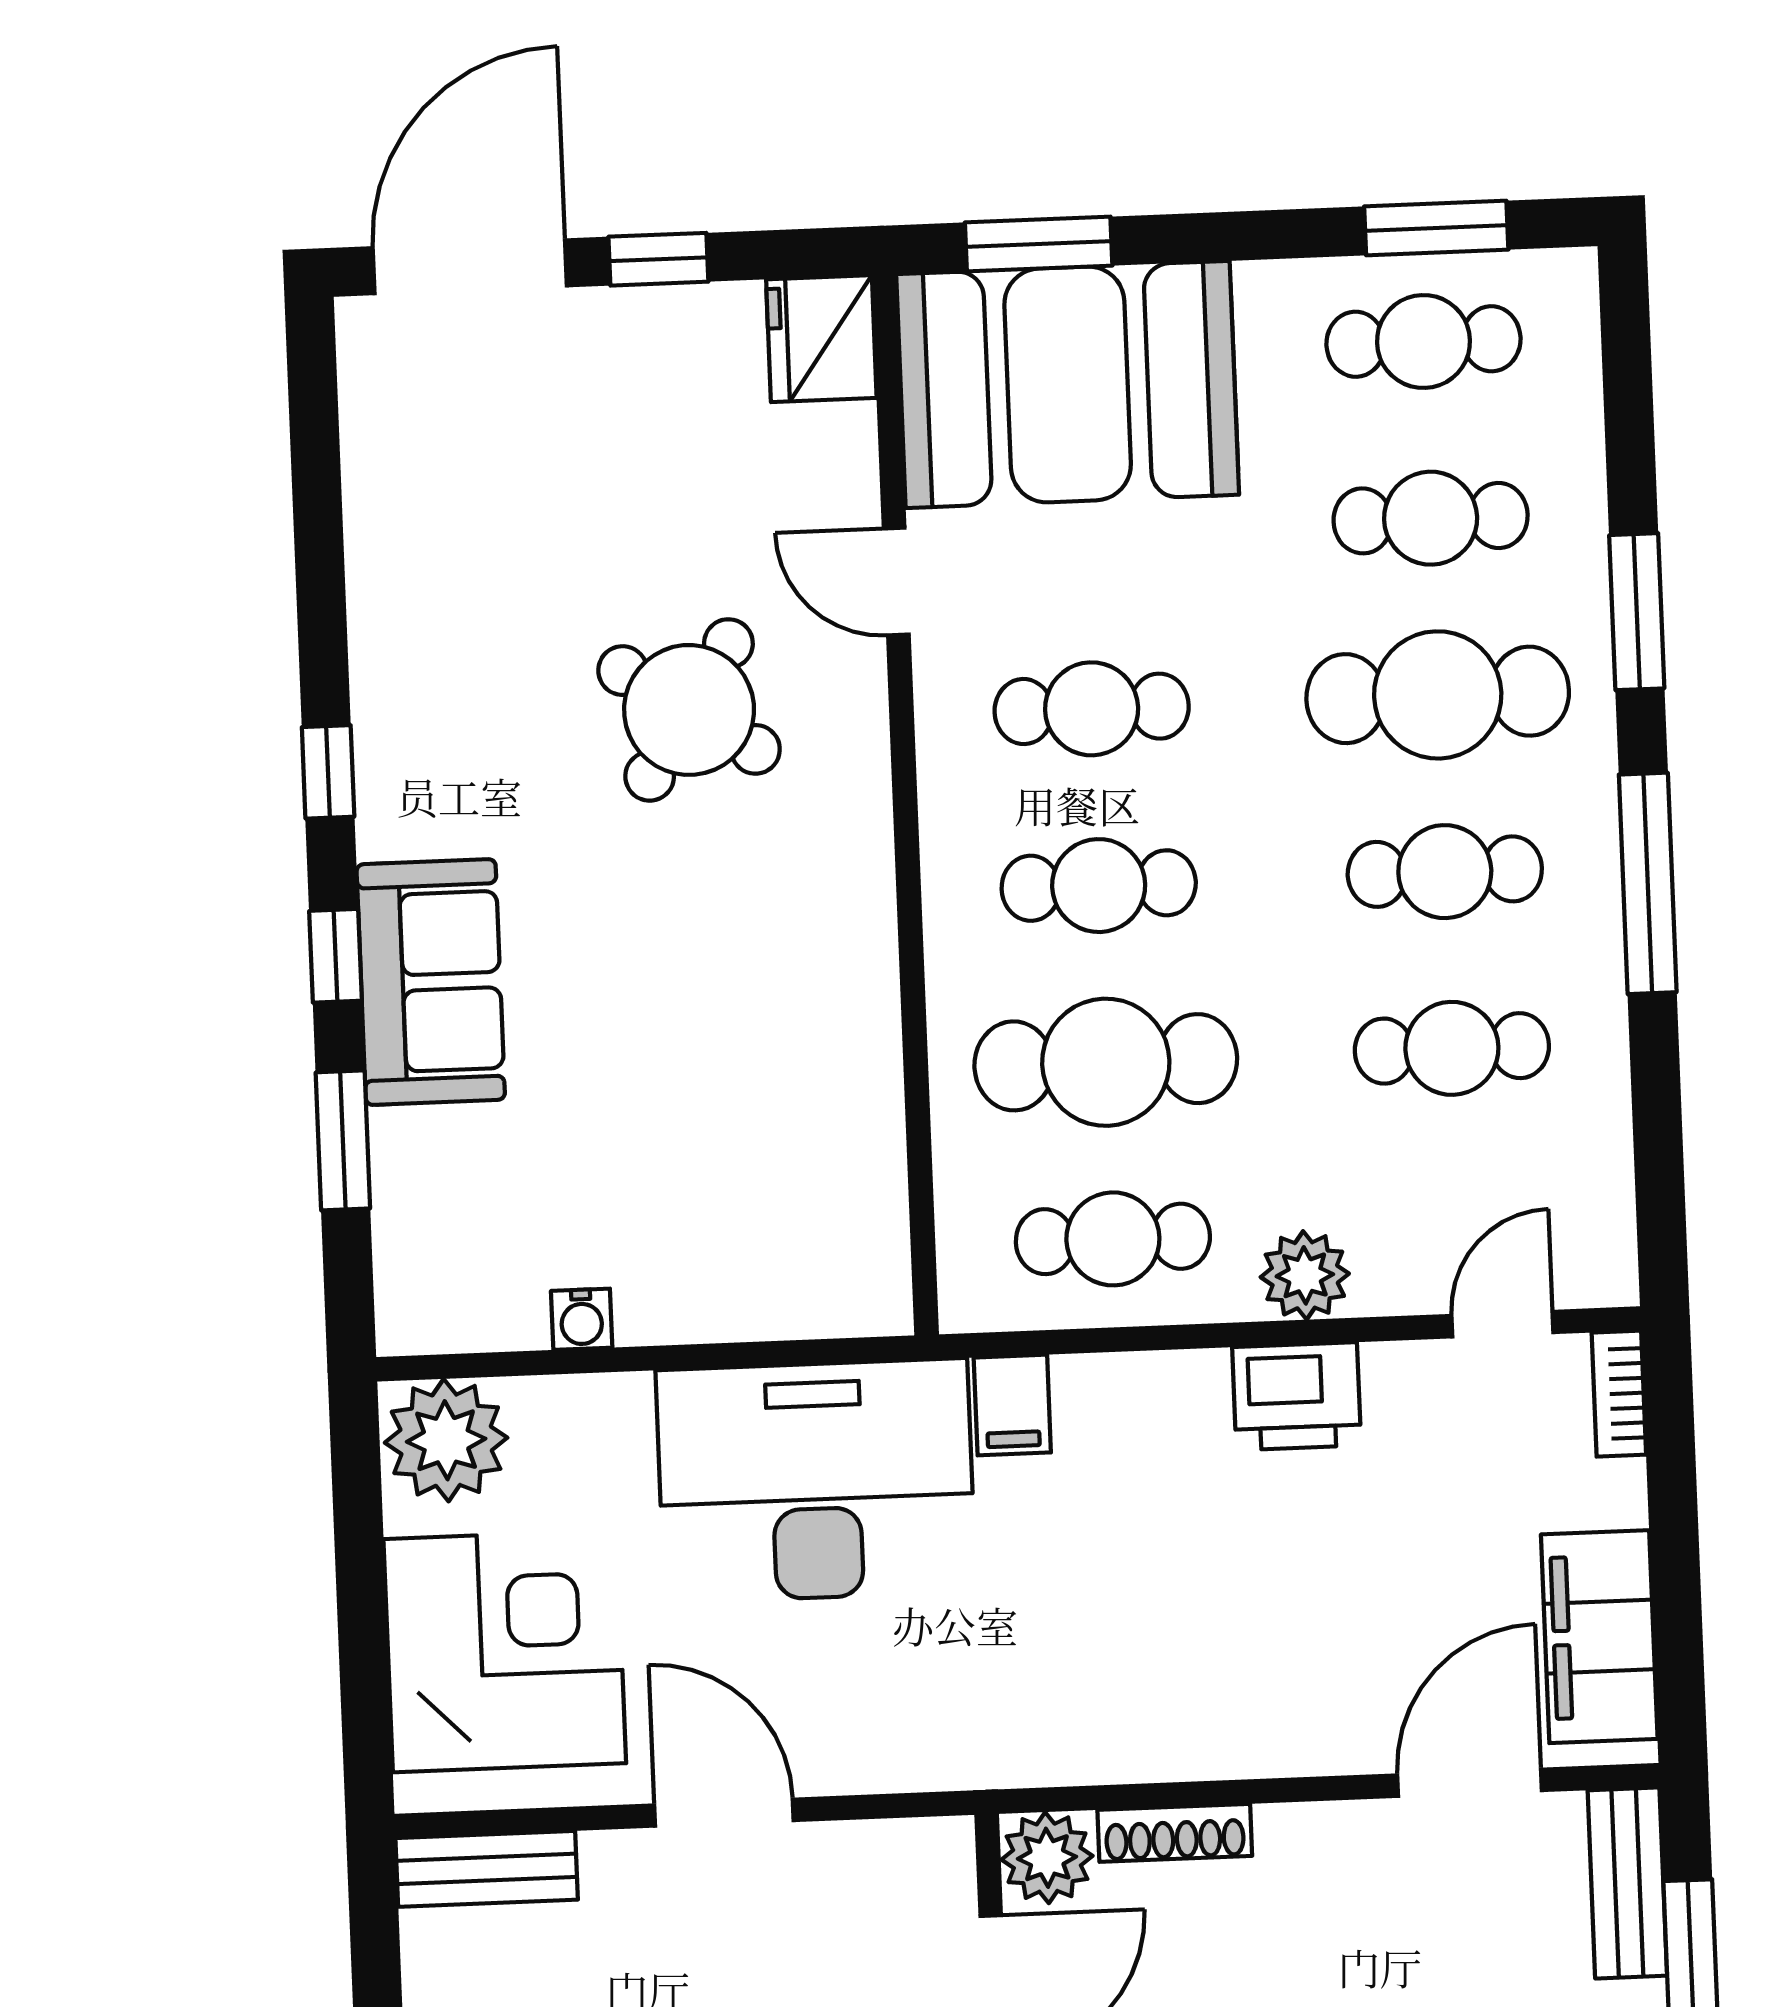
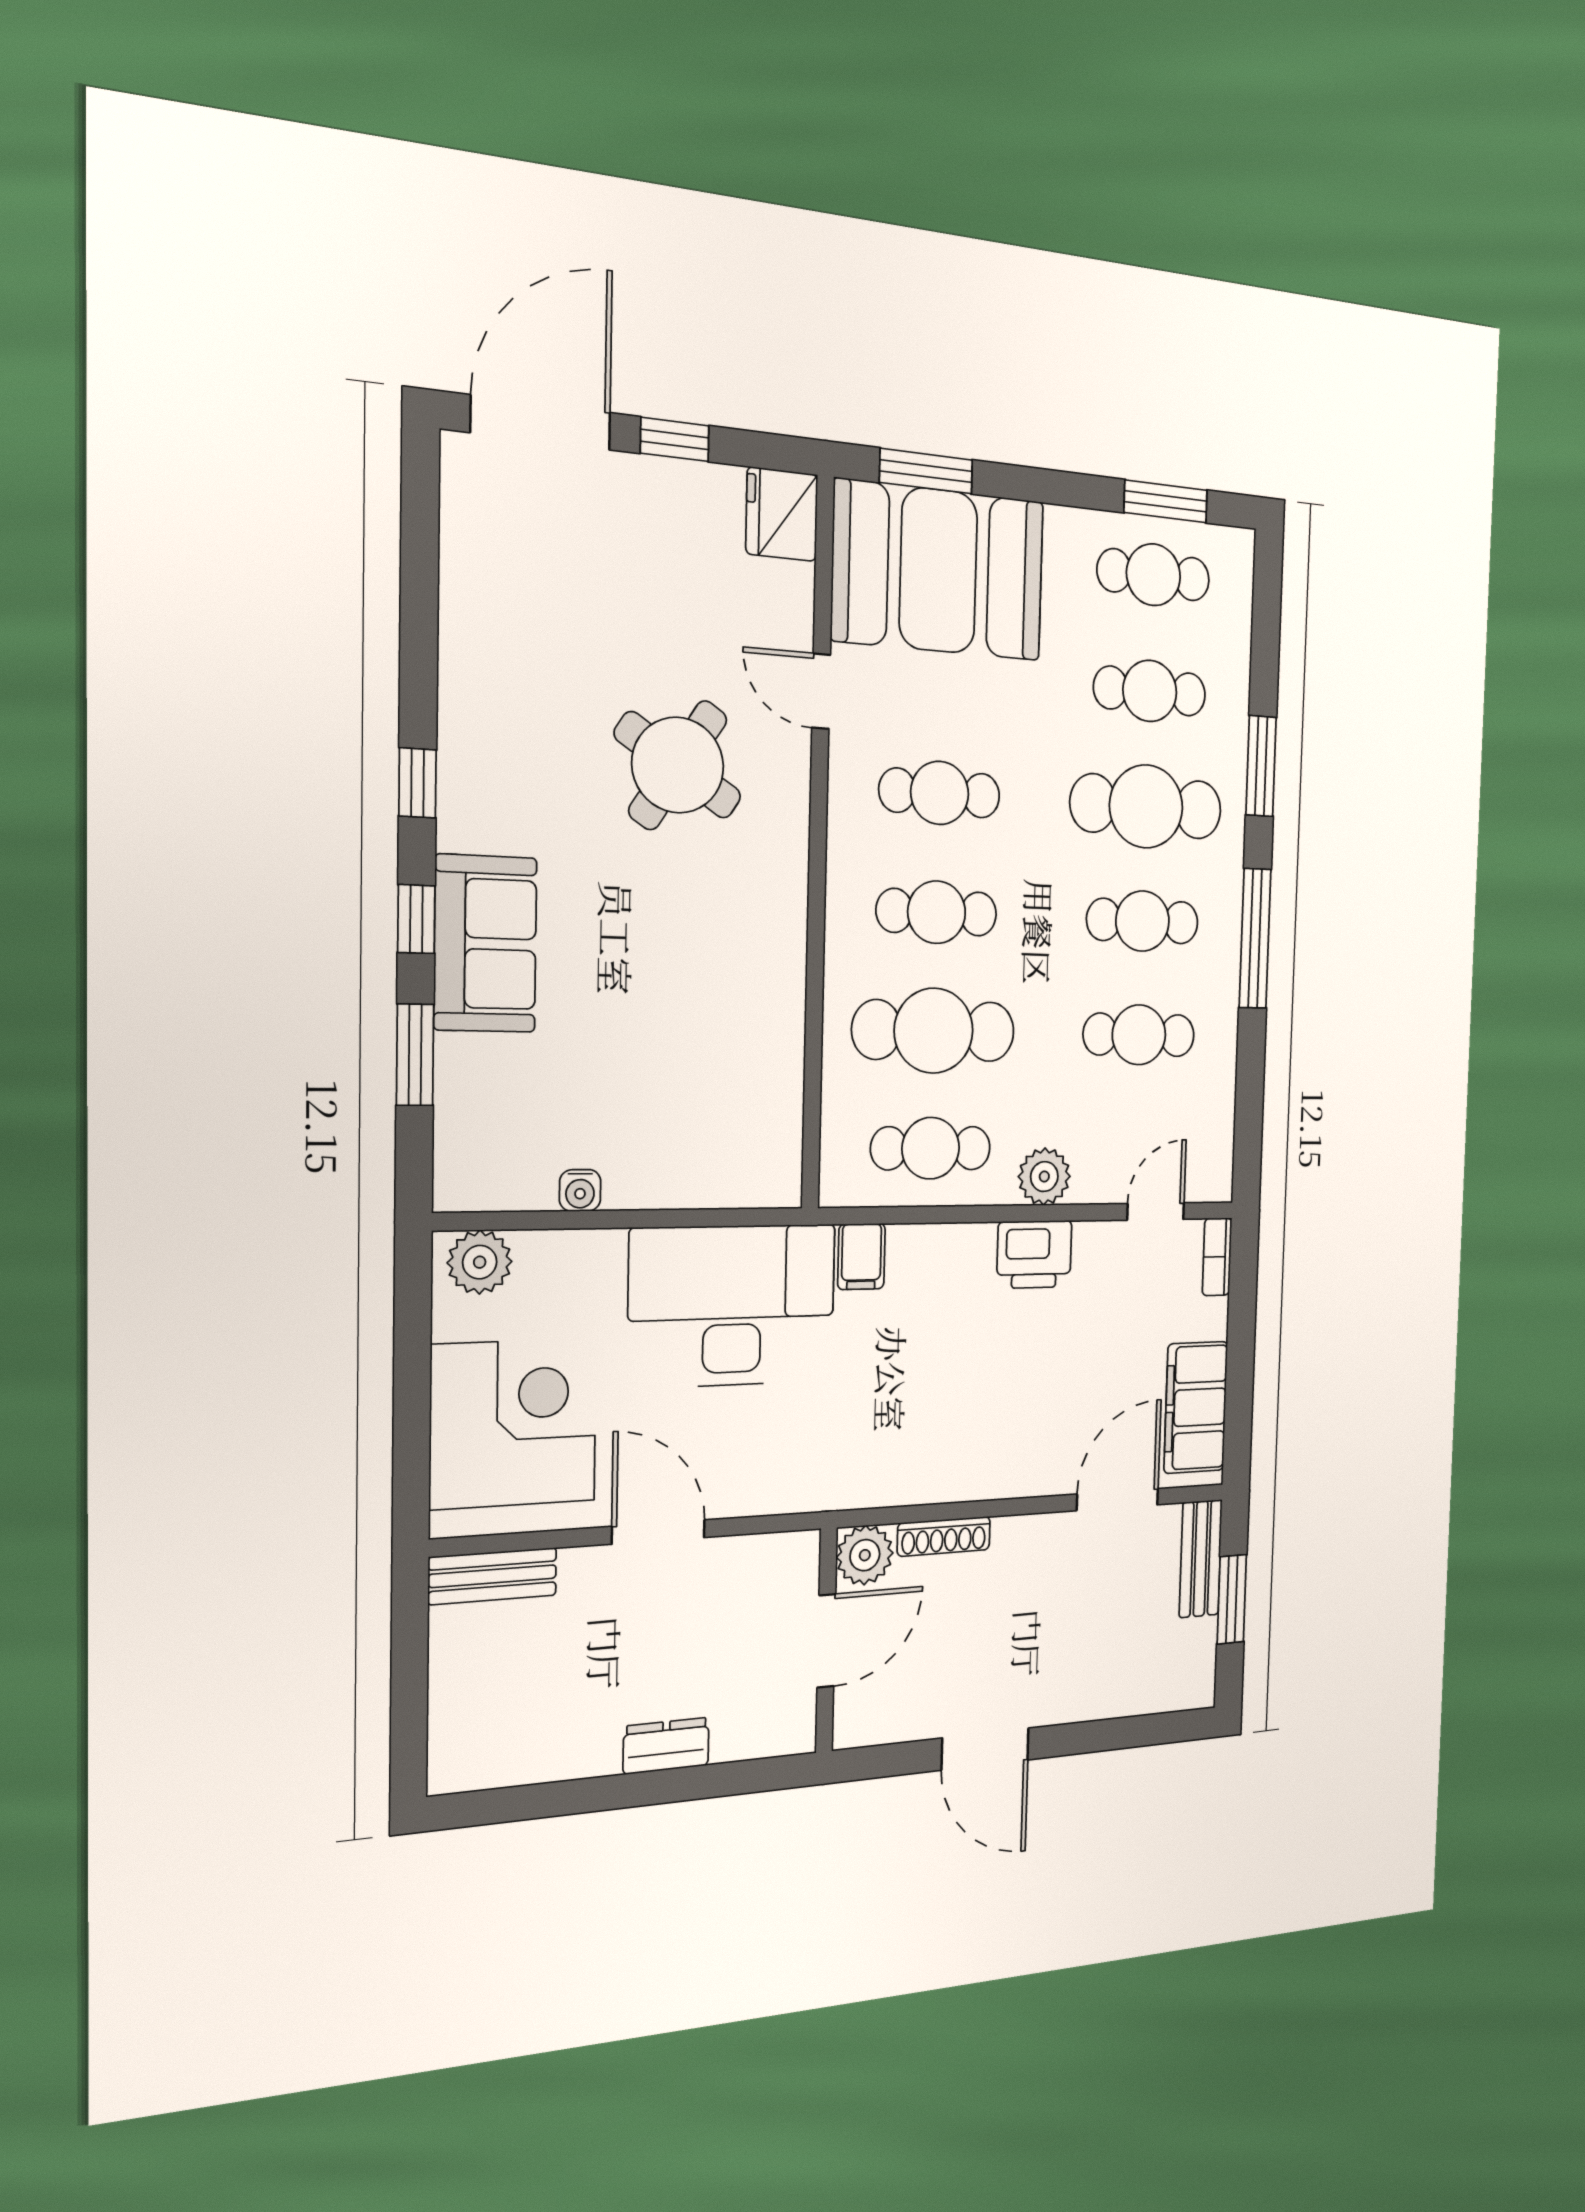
plant: (446, 1440) -> (480, 1262), width x0.73, depth x0.73

